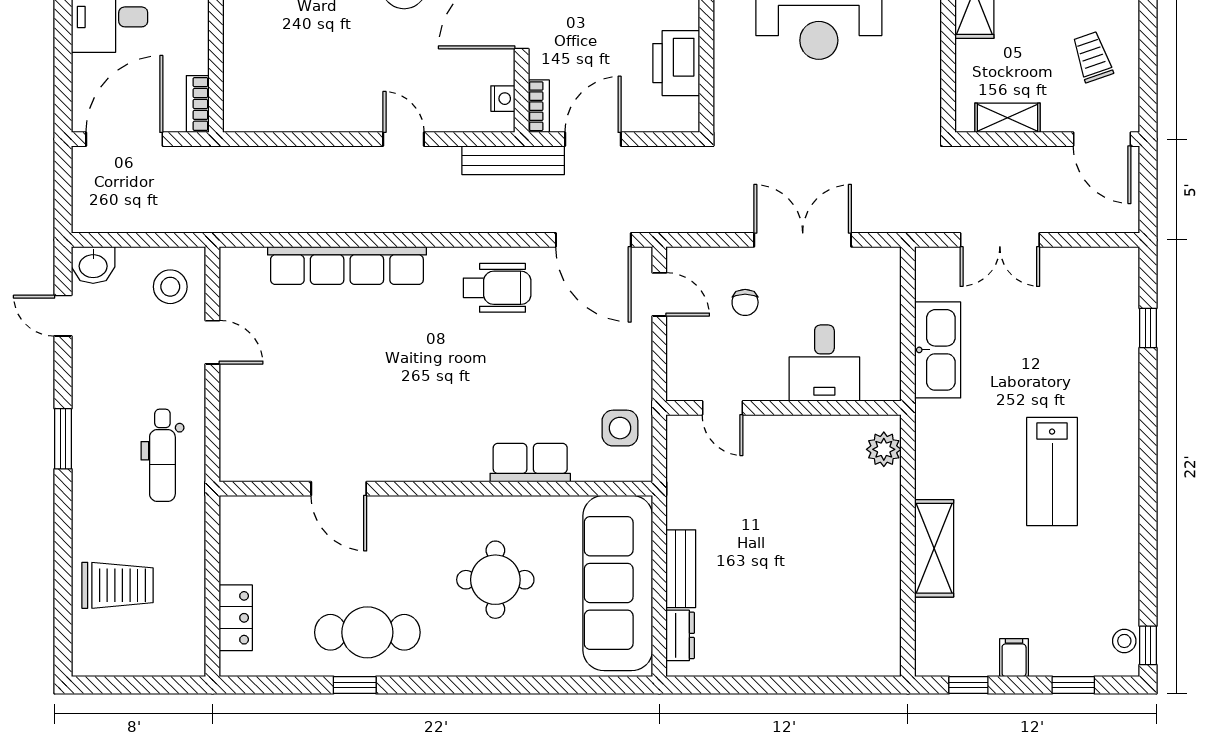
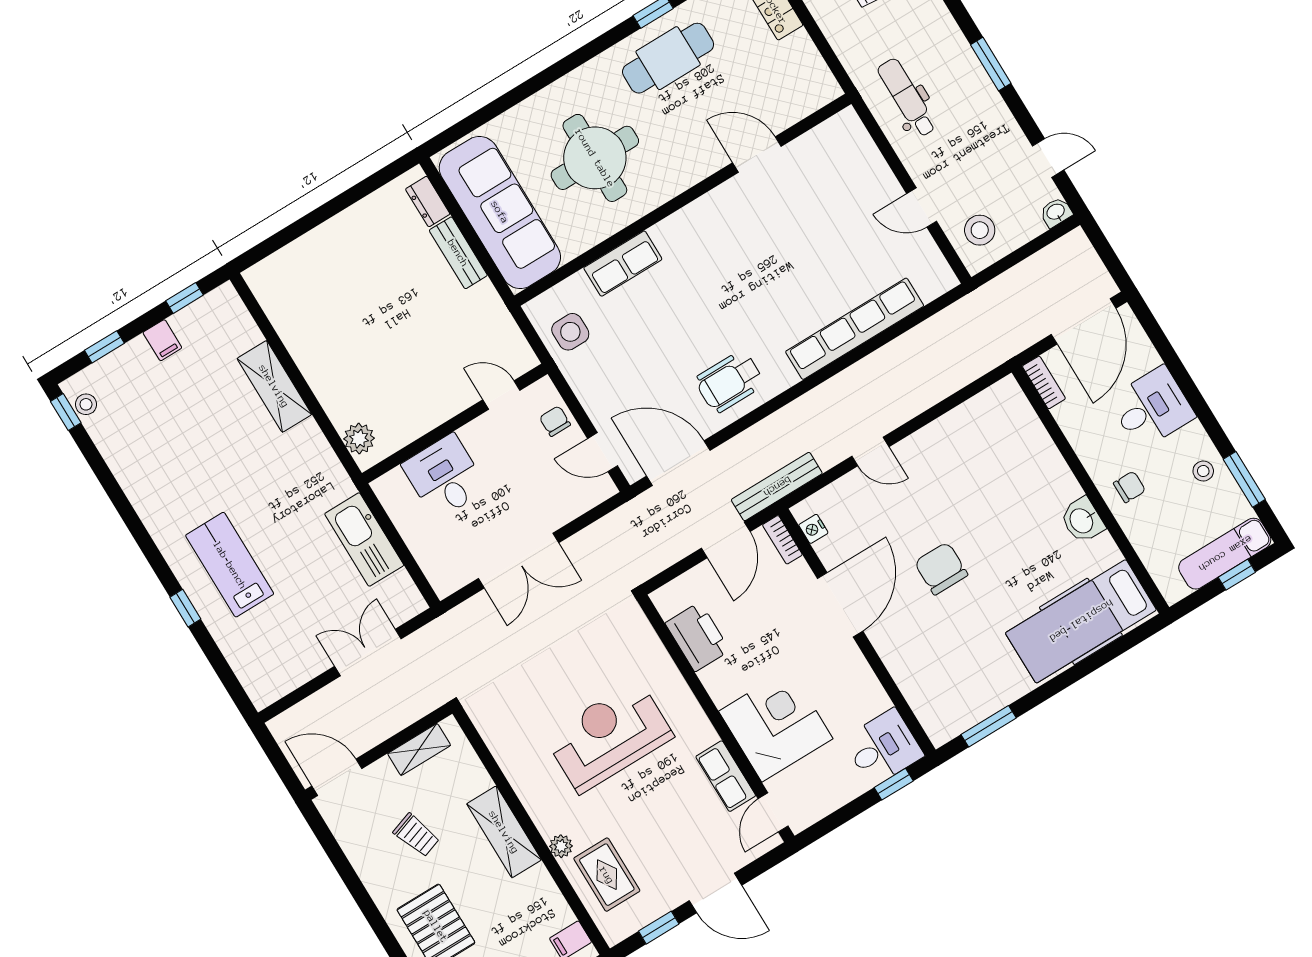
trolley: (1092, 57) -> (416, 835), moved
washbasin: (93, 265) -> (1056, 212), width x0.72, depth x0.69
chair: (745, 302) -> (555, 421), moved
window: (1148, 328) -> (185, 608), moved
lab bench: (1052, 472) -> (230, 565), moved
round table: (495, 580) -> (595, 158), width x1.36, depth x1.36

